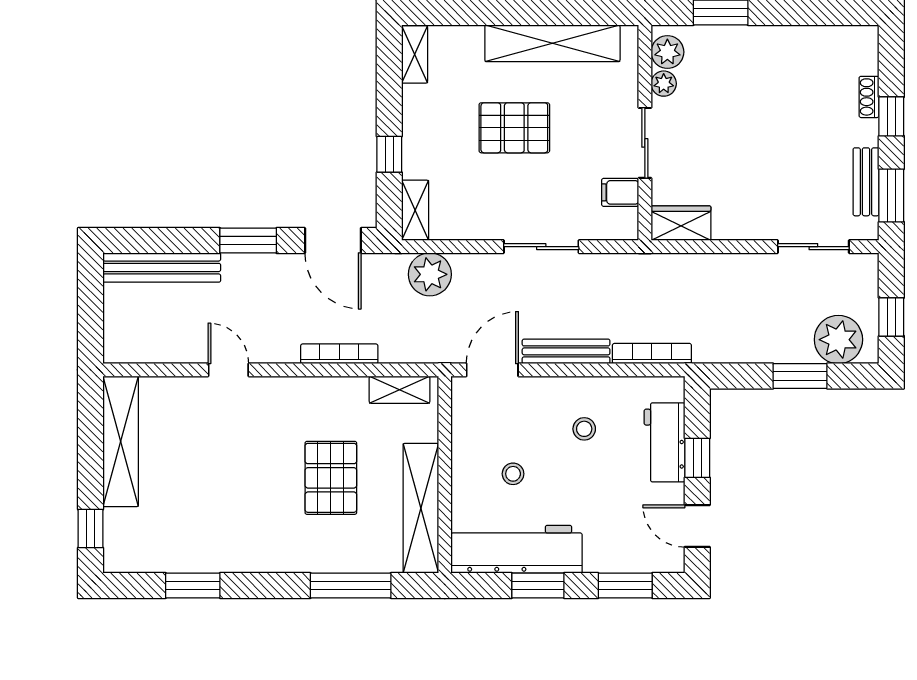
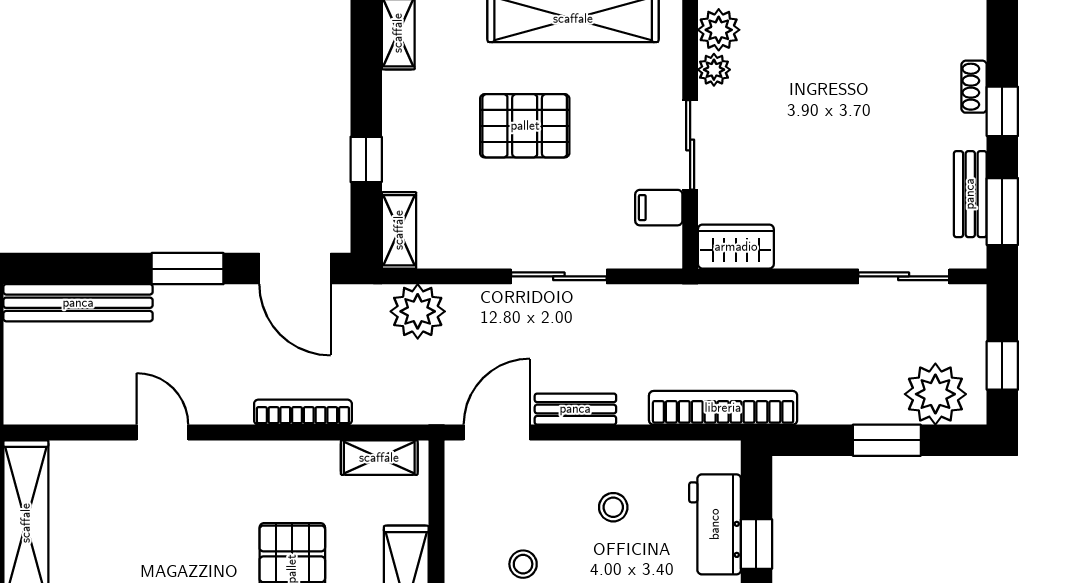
bench: (566, 351) -> (575, 409), width x0.73
bookcase: (652, 354) -> (723, 408), width x1.48, depth x1.31

